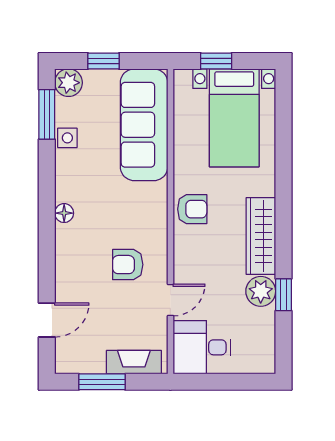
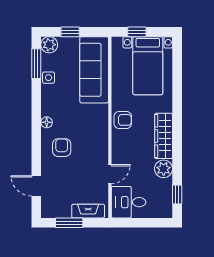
armchair: (128, 265) -> (62, 148), moved, turned 90
window: (284, 295) -> (177, 194), moved
door: (47, 320) -> (36, 186), swing flipped

